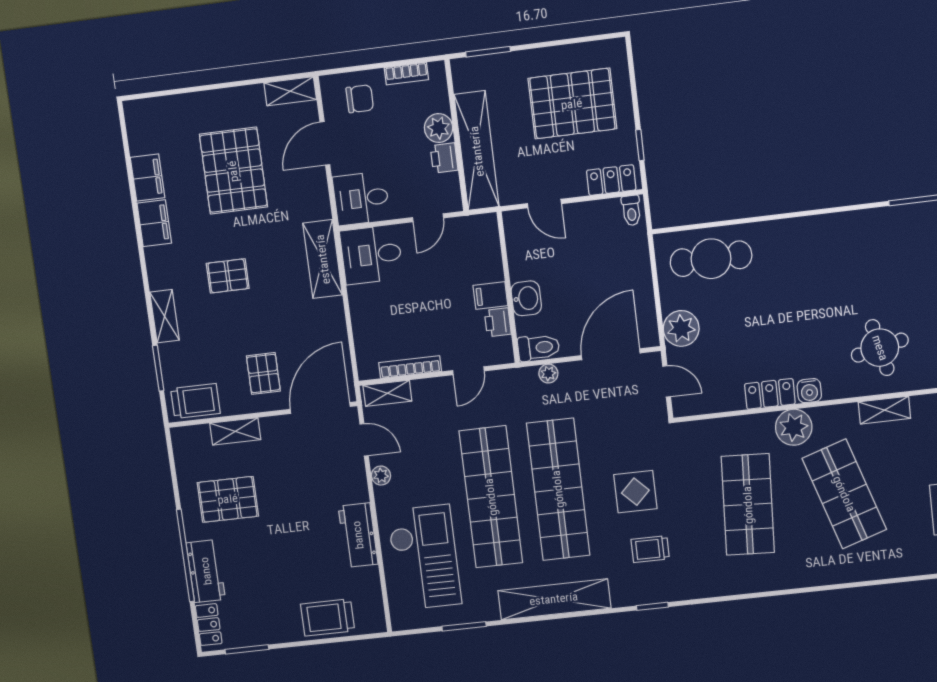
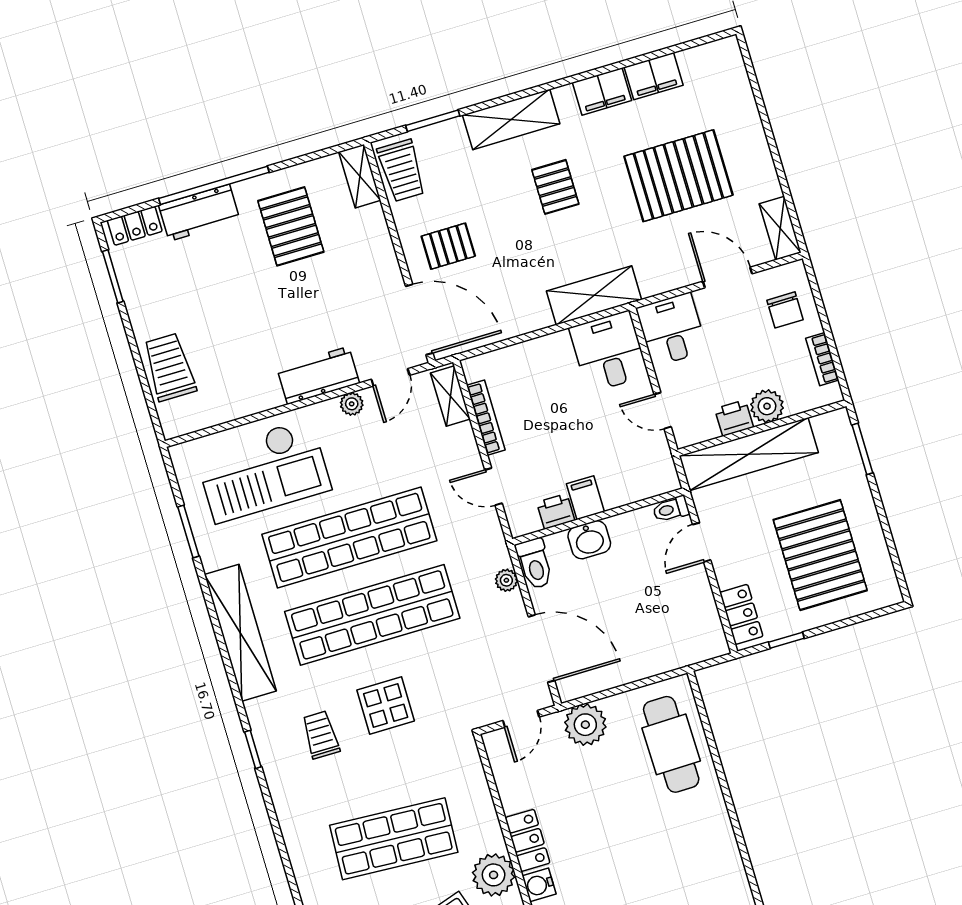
toilet: (631, 210) -> (671, 509), moved
shelving: (165, 316) -> (511, 119), width x1.50, depth x1.33
shelving: (235, 431) -> (360, 176), moved
workbench: (358, 535) -> (318, 375), moved

